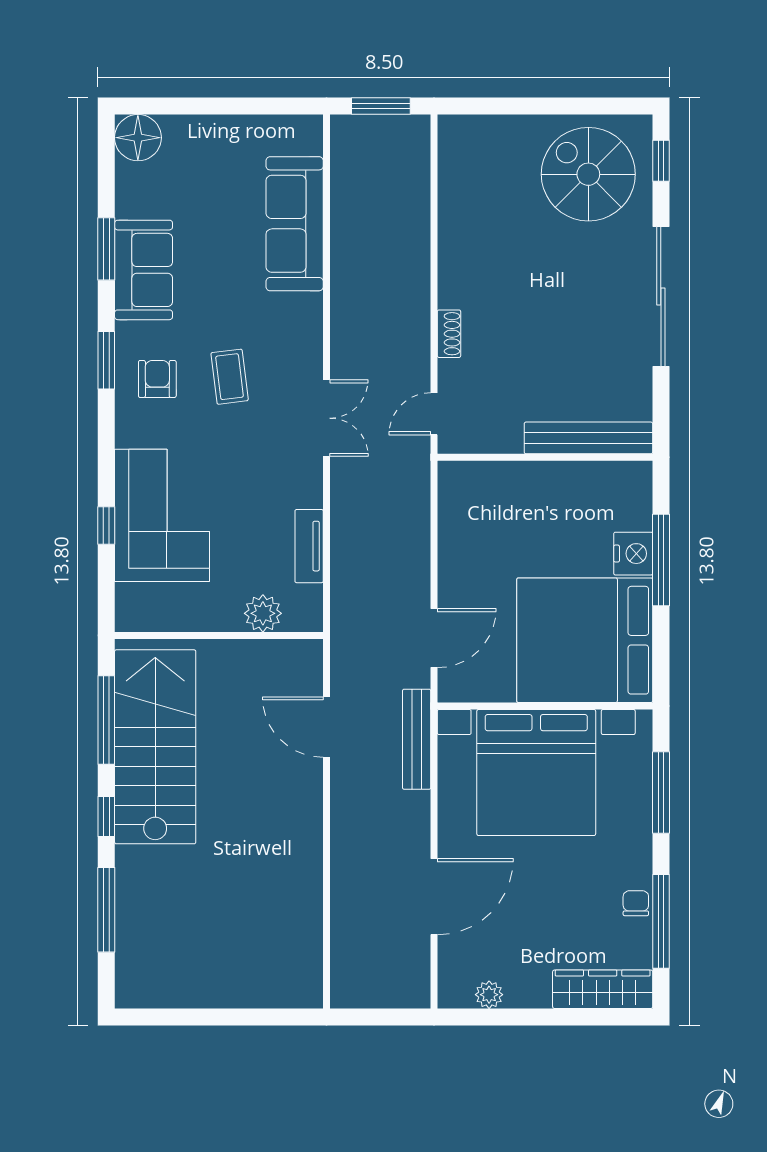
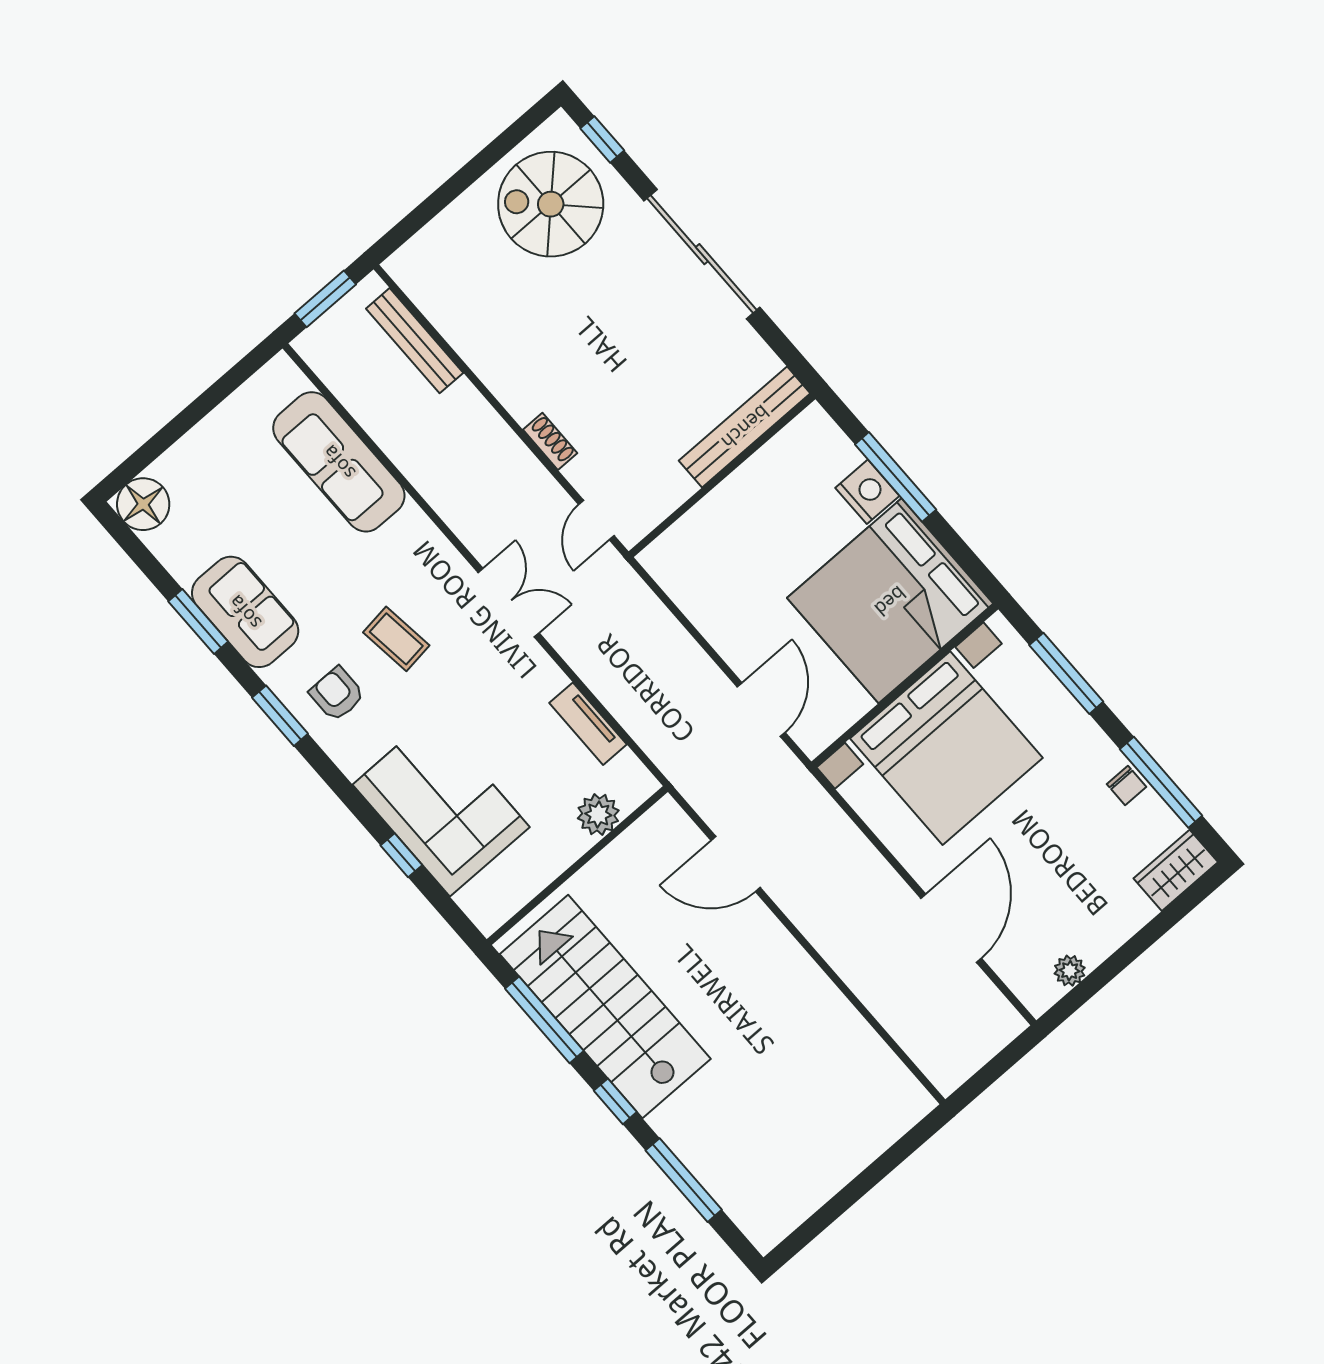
bench: (417, 739) -> (415, 341), moved
chair: (636, 903) -> (1127, 785), turned 180
wardrobe: (603, 989) -> (1176, 870), width x0.67

